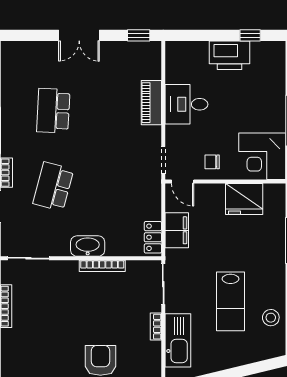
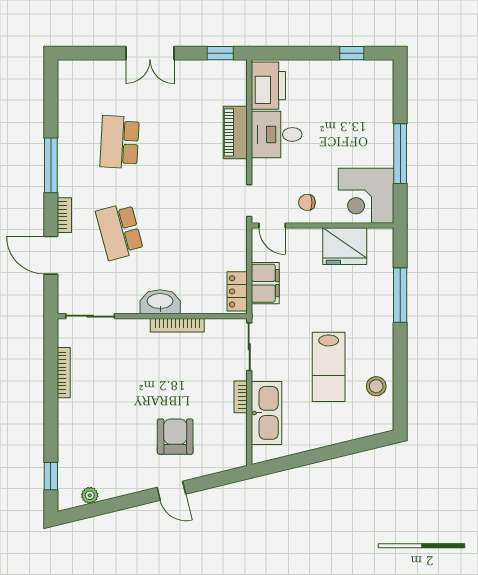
printer: (229, 55) -> (268, 86), moved, turned -90
school desk: (53, 186) -> (120, 231), turned -30

